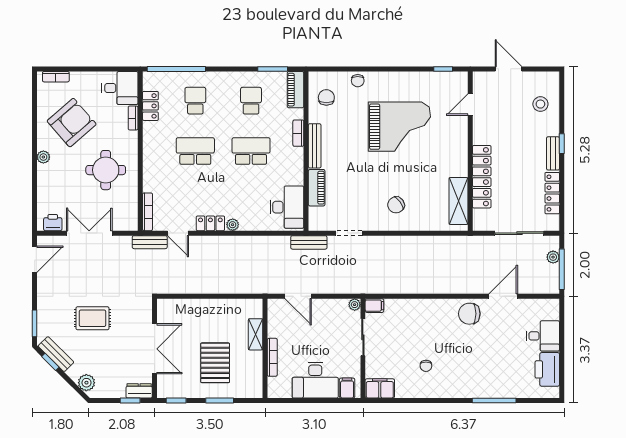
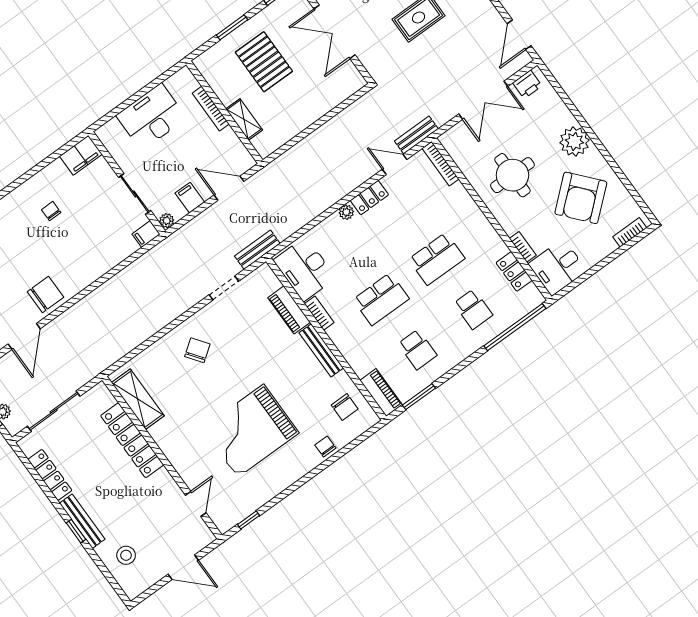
bookcase: (298, 133) -> (319, 313), moved
bench: (553, 153) -> (82, 521), width x1.36
plant: (43, 157) -> (574, 141), width x1.88, depth x1.88
filing cabinet: (347, 388) -> (190, 198), moved, turned 180

